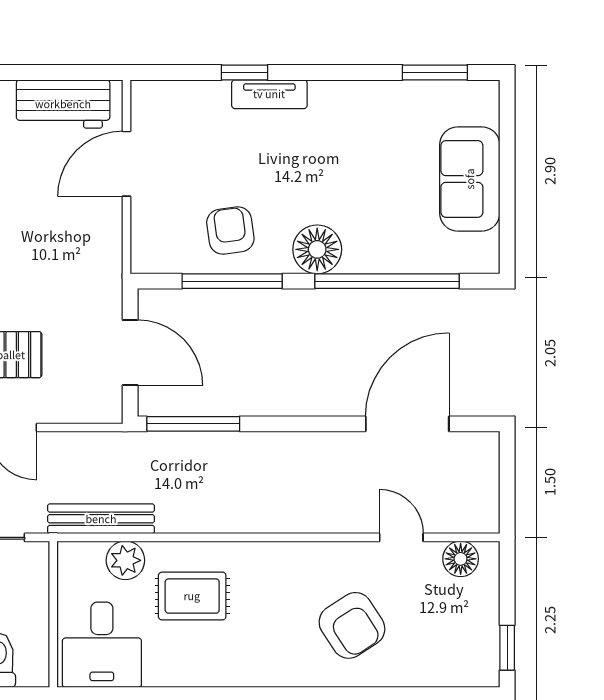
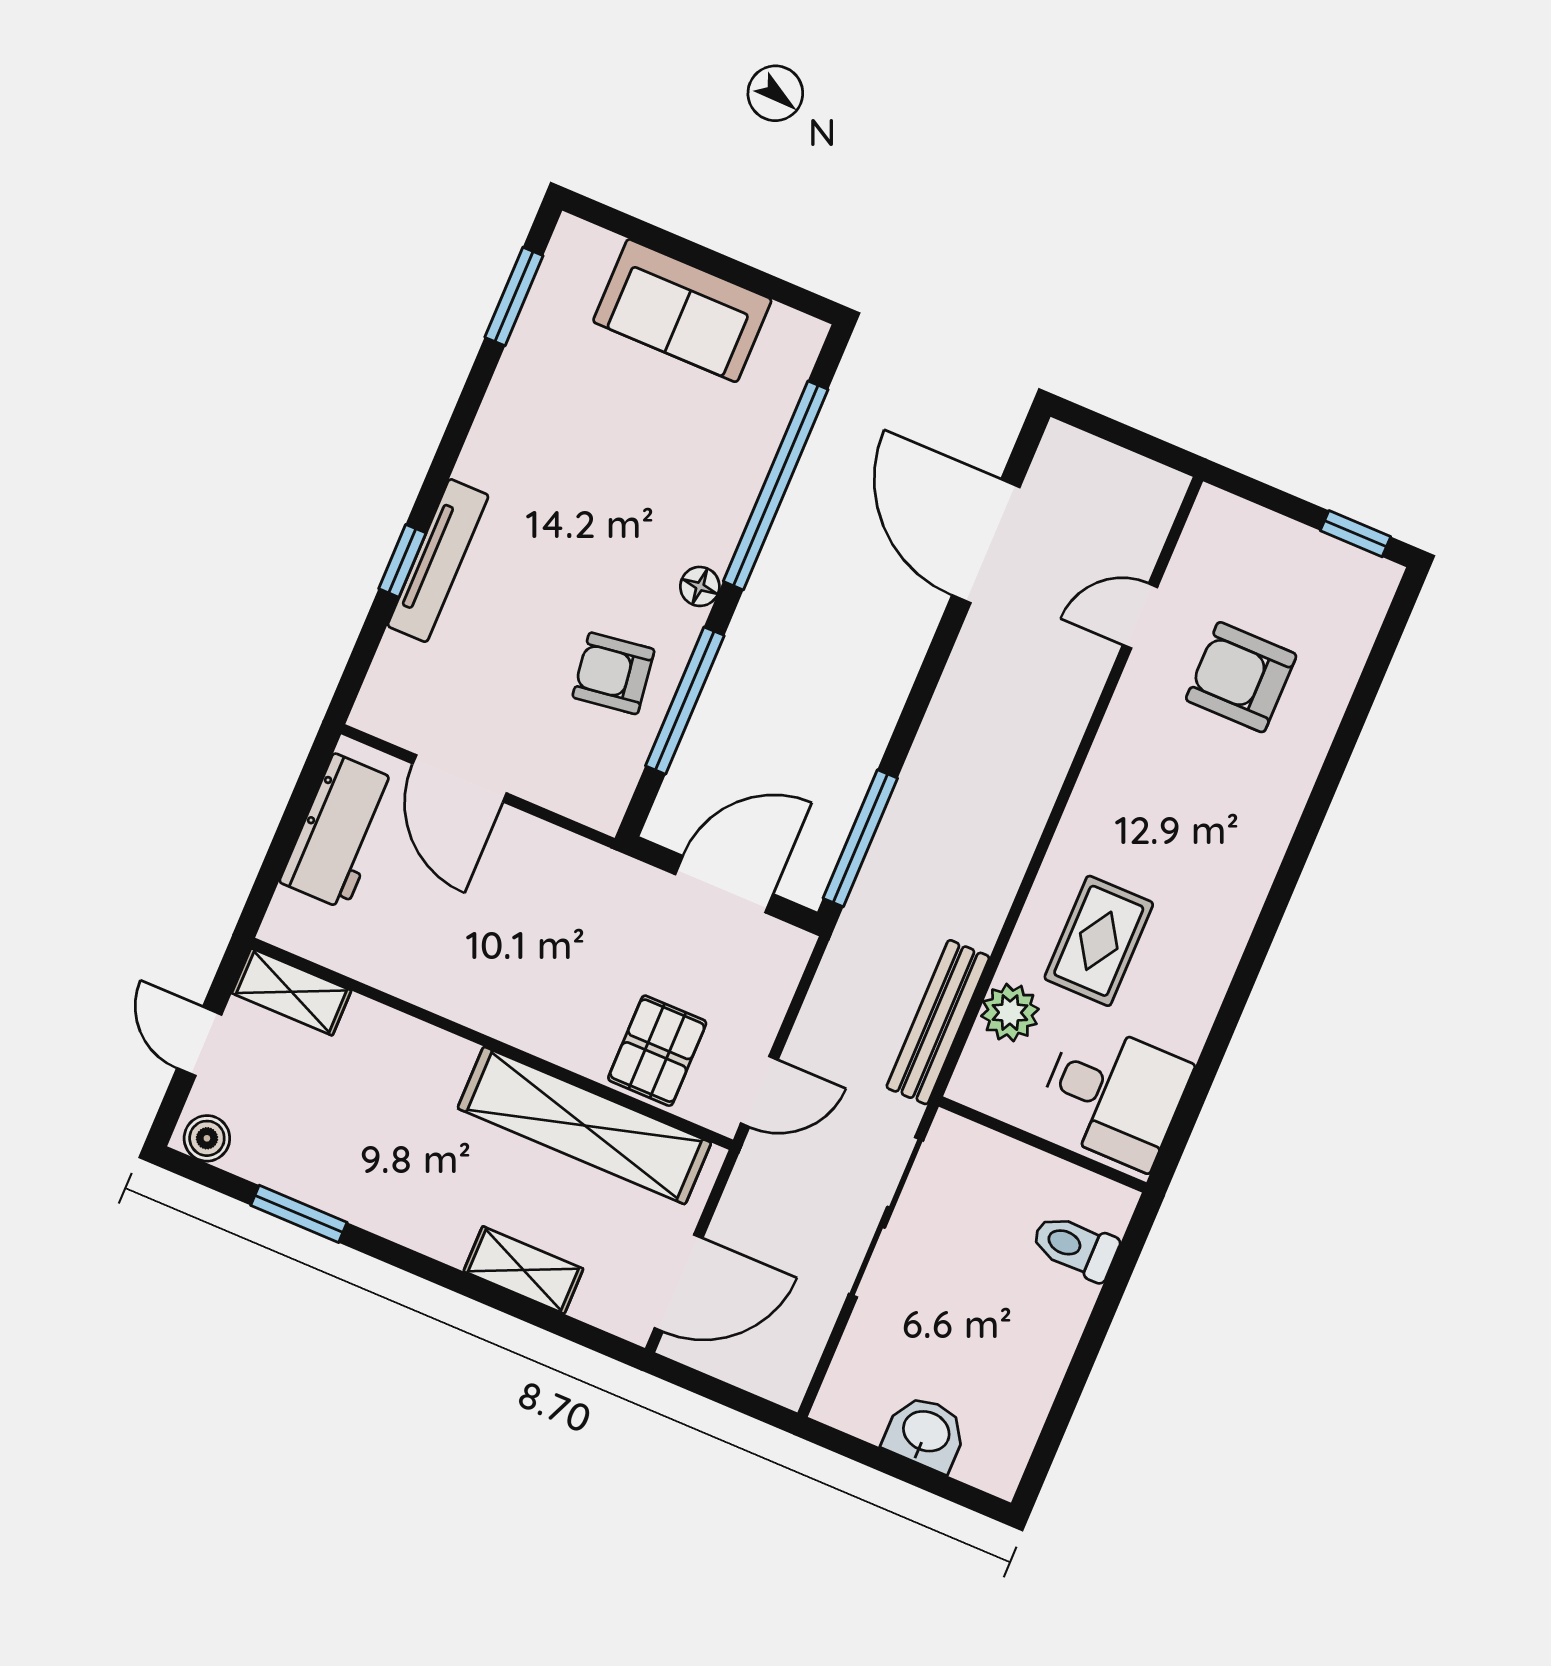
tv unit: (269, 94) -> (438, 561), width x1.41
floor lamp: (317, 249) -> (700, 586), width x0.53, depth x0.53
floor lamp: (461, 559) -> (1205, 546), removed
armchair: (352, 625) -> (1241, 677), moved, turned -147

